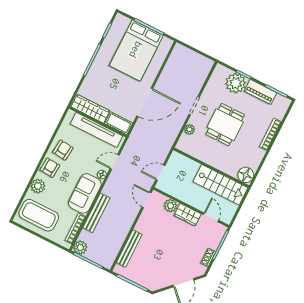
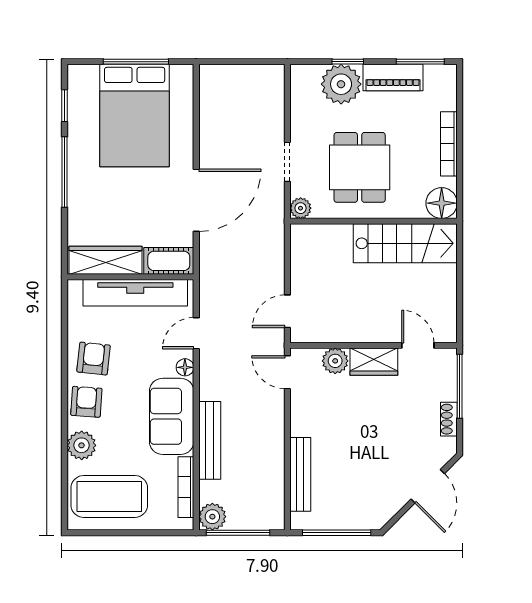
wall: (211, 168) -> (374, 221), moved
floor lamp: (246, 175) -> (442, 203), moved
stairs: (220, 185) -> (405, 243), moved

